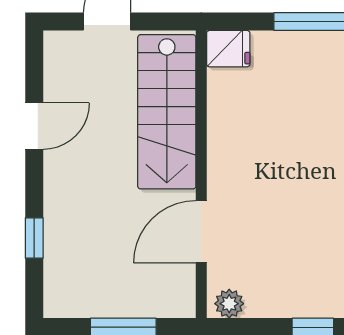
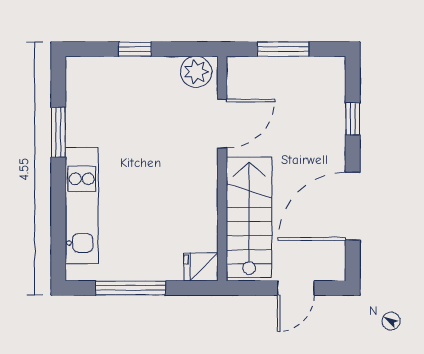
door: (34, 126) -> (353, 206), width x1.87
plant: (229, 304) -> (196, 72), width x1.38, depth x1.38

